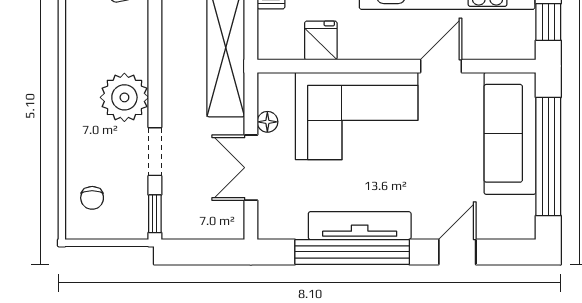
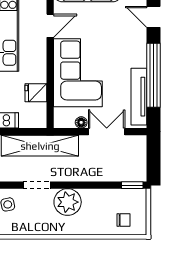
door: (441, 66) -> (50, 26), swing flipped
doorway: (155, 152) -> (37, 185), moved
double door: (251, 168) -> (107, 132), swing flipped
tv unit: (360, 226) -> (139, 97), moved

